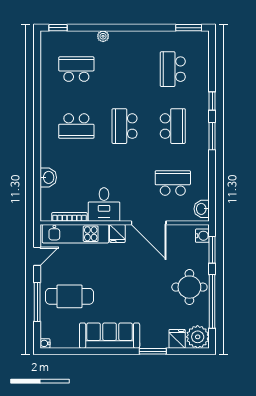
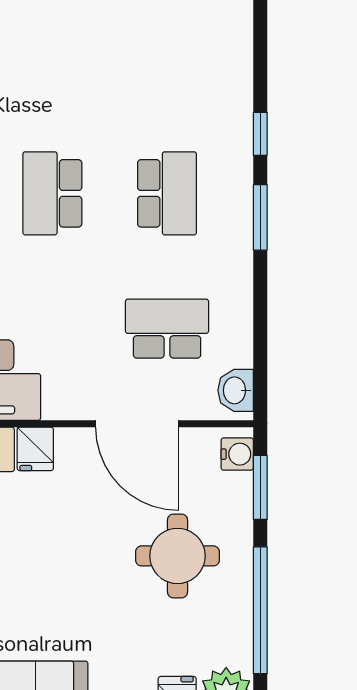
school desk: (173, 69) -> (167, 58), removed
door: (149, 223) -> (137, 424), moved
round table: (189, 287) -> (177, 556), moved

